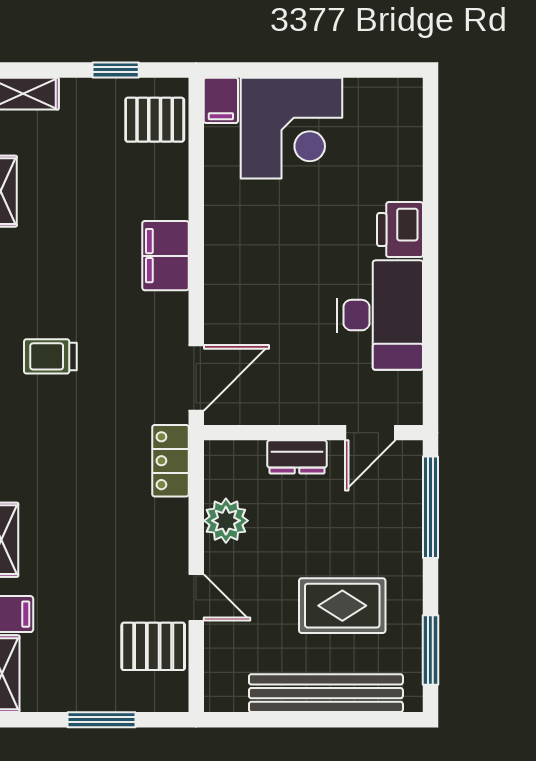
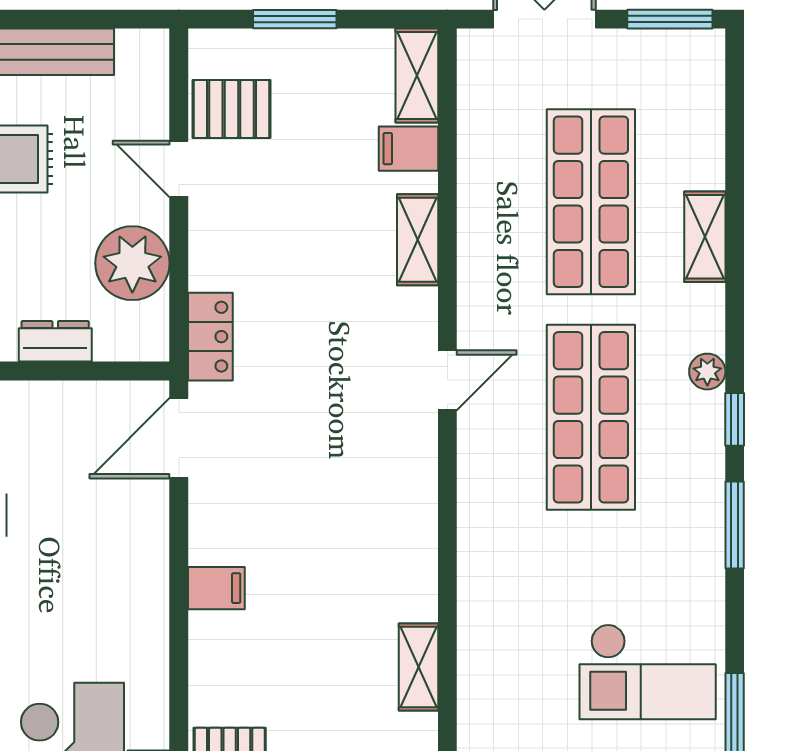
filing cabinet: (166, 256) -> (216, 588), width x0.50
trolley: (50, 356) -> (358, 464), removed
plant: (226, 521) -> (132, 263), width x1.36, depth x1.36

